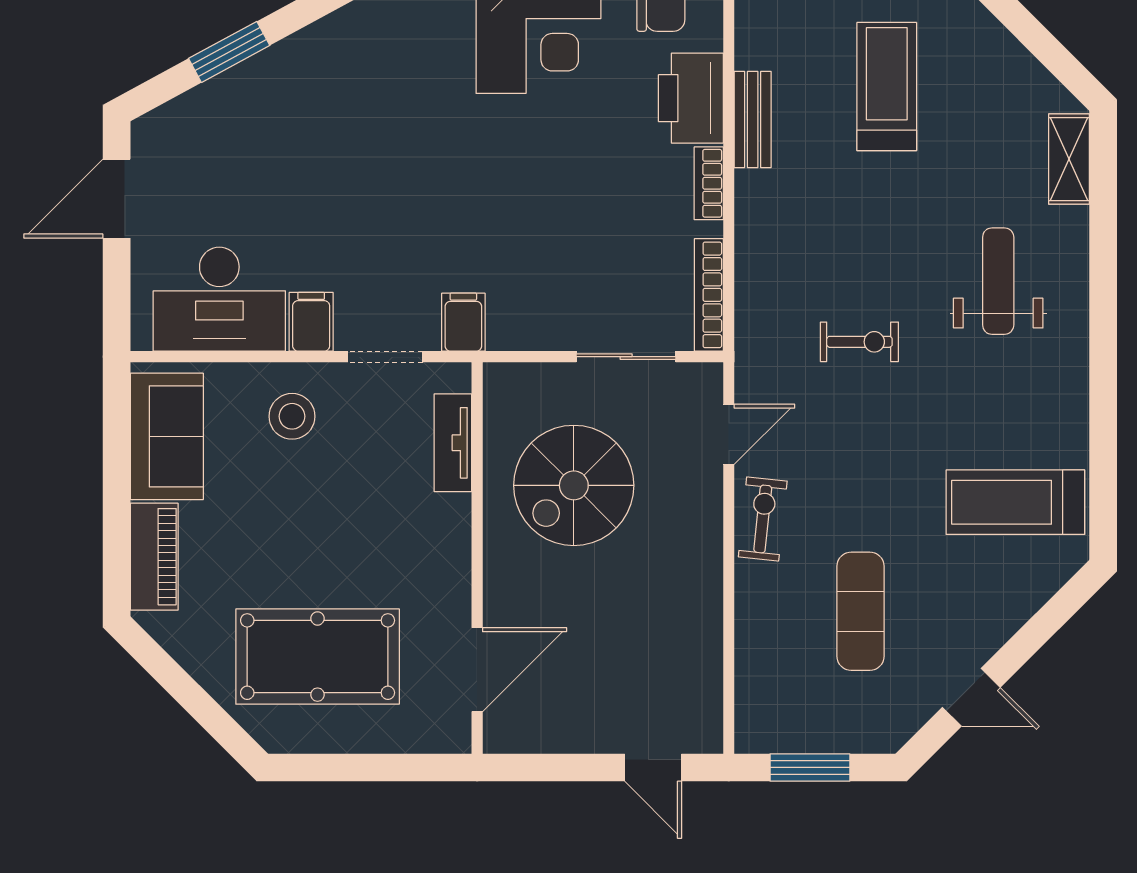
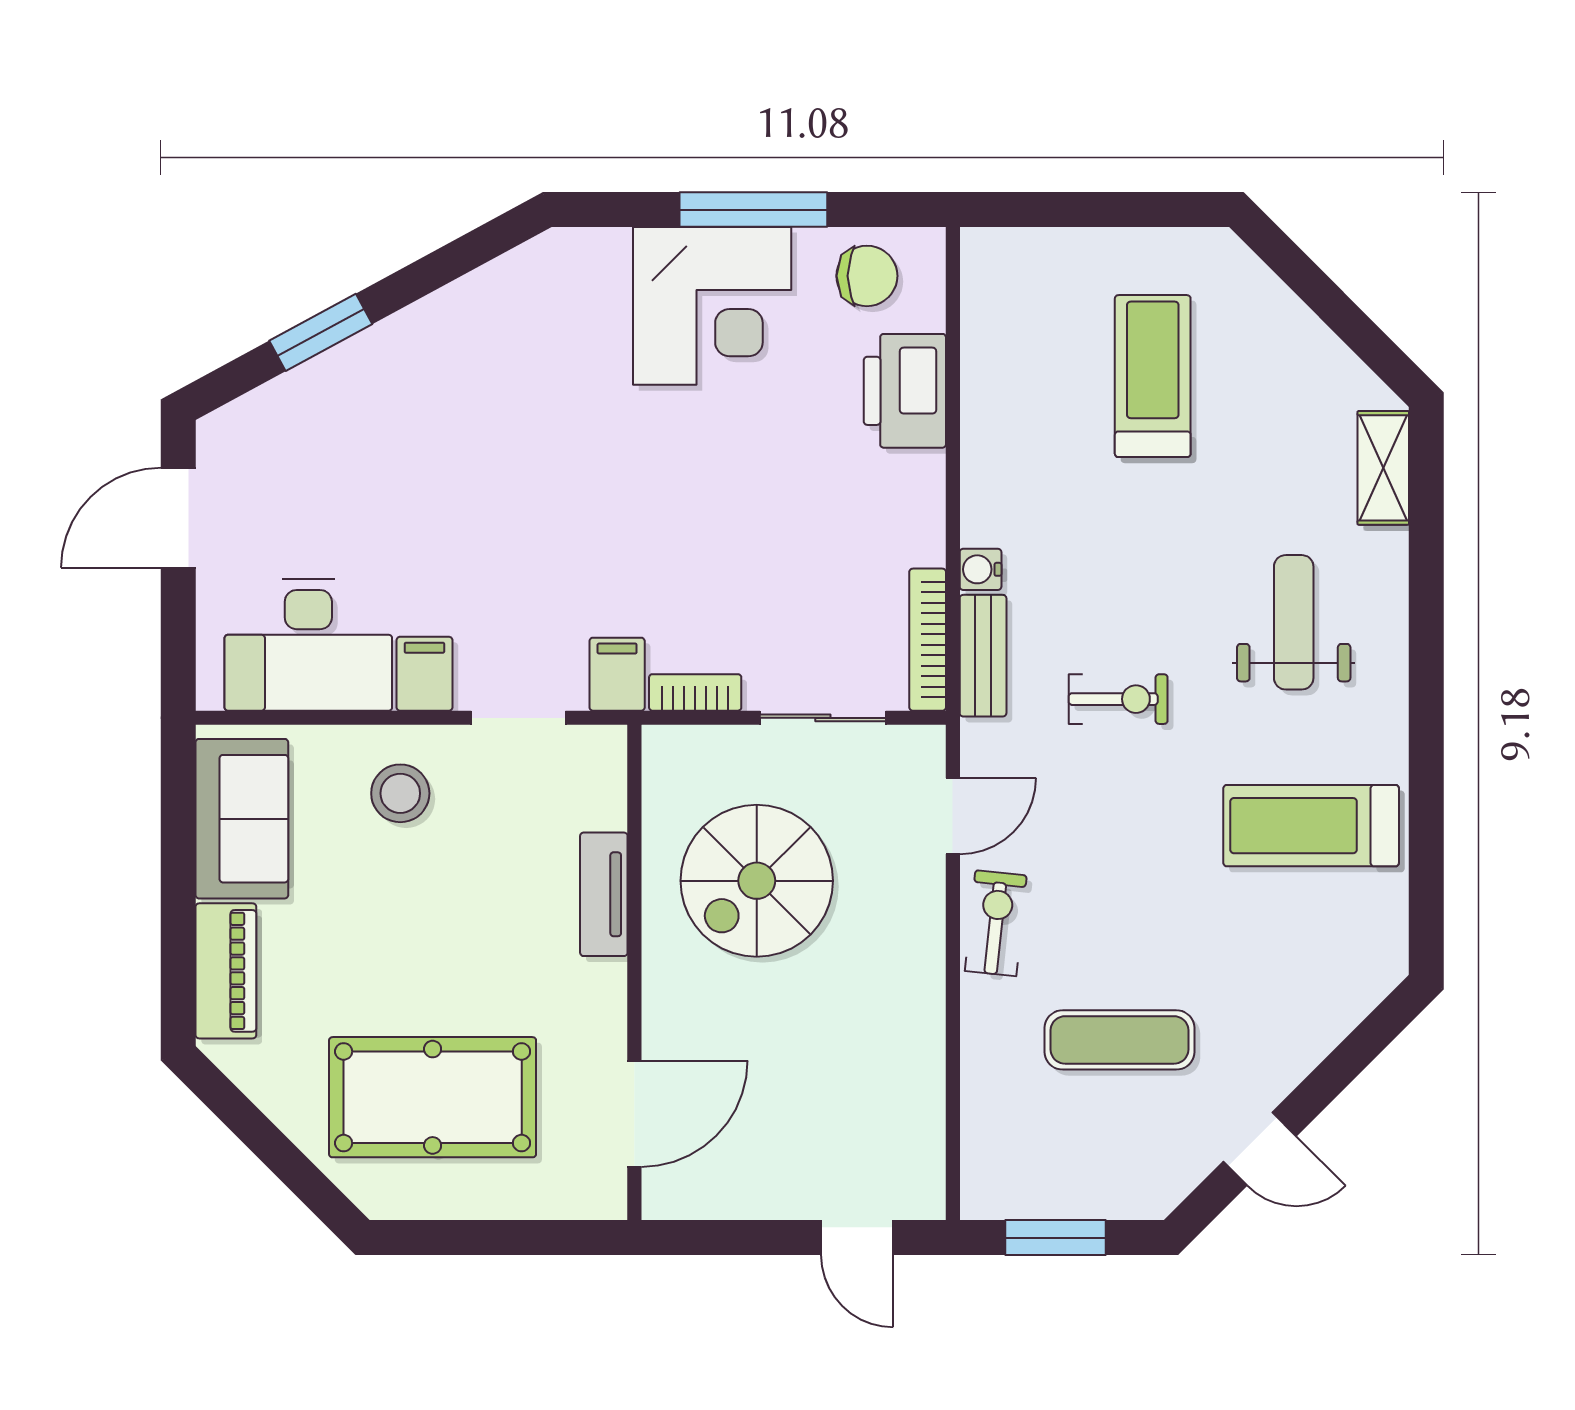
bench: (753, 119) -> (983, 656), moved
bookcase: (709, 183) -> (695, 692), moved, turned 90
water cooler: (751, 239) -> (981, 569), added
tv unit: (453, 443) -> (604, 894), moved
treadmill: (1015, 502) -> (1311, 826), moved
exercise mat: (861, 611) -> (1119, 1040), turned 90

